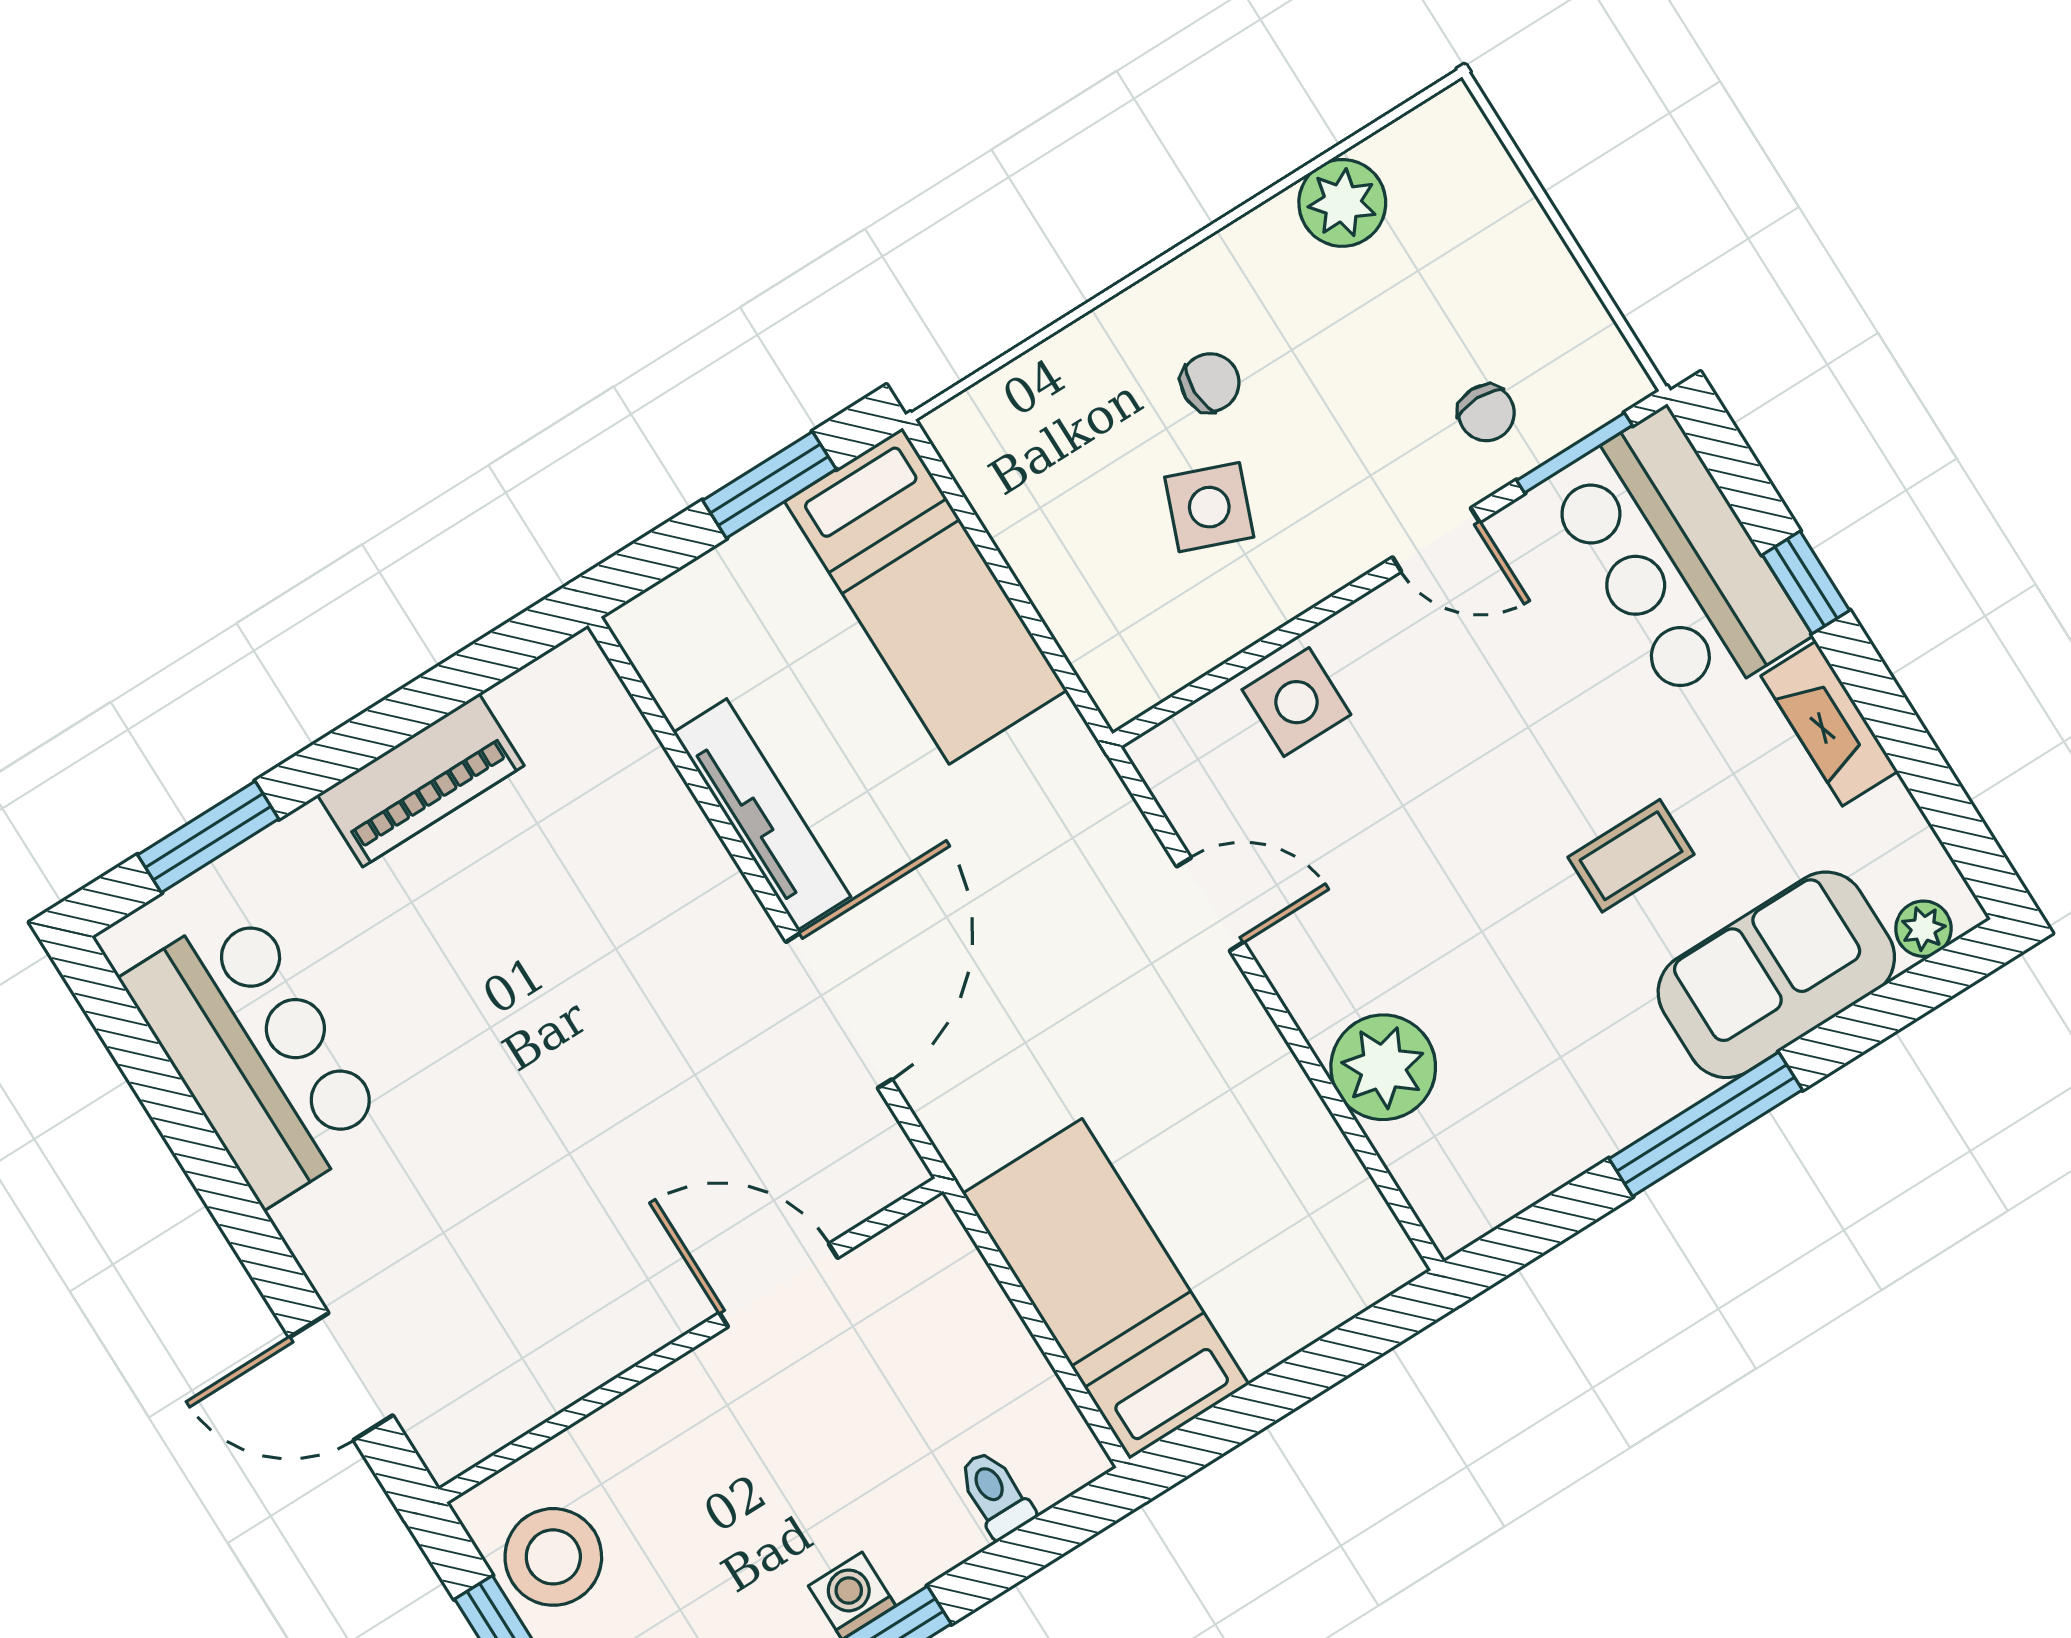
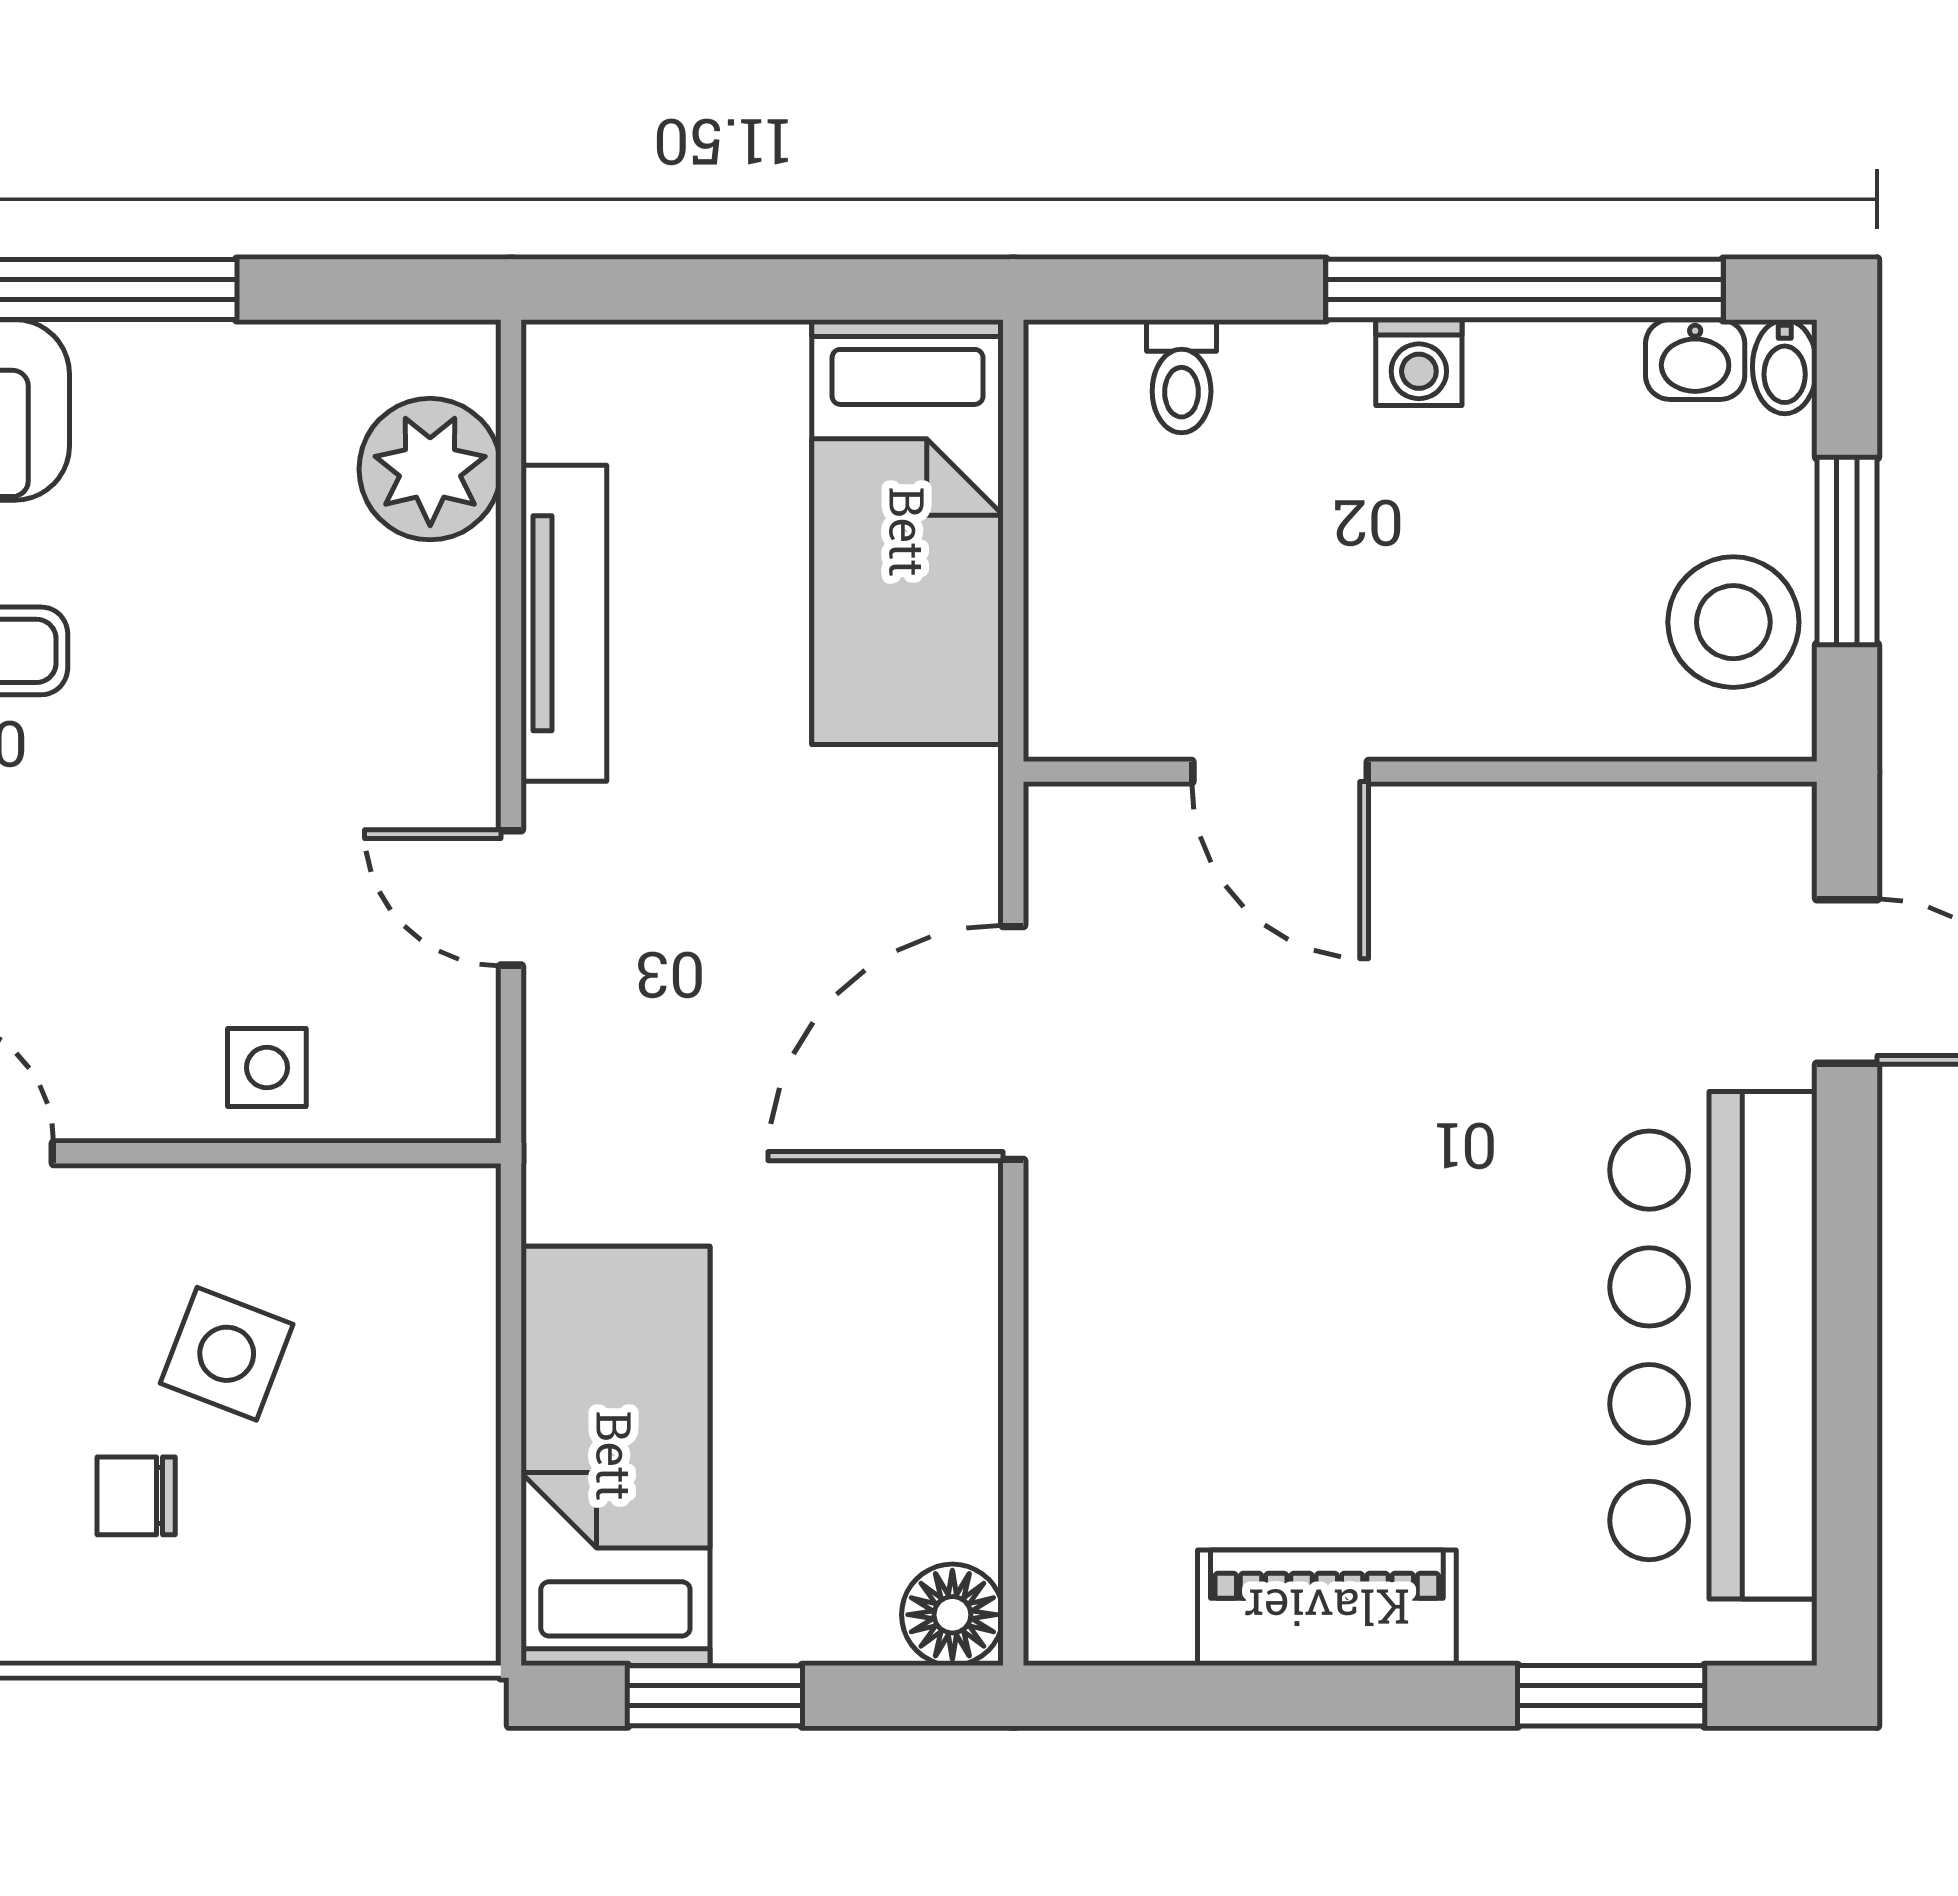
floor lamp: (652, 629) -> (952, 1615), added
side table: (1296, 702) -> (267, 1068), width x0.73, depth x0.73
tv unit: (762, 814) -> (564, 623), moved, turned 180
bar counter: (255, 1054) -> (1713, 1345), width x1.36
plant: (1383, 1067) -> (430, 469), moved

